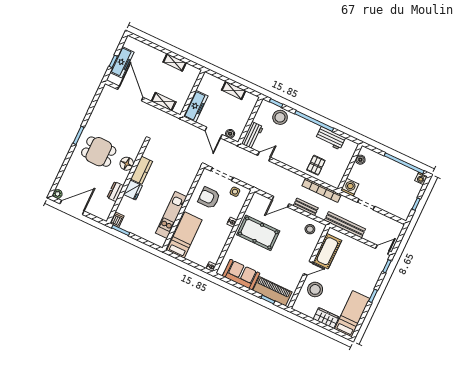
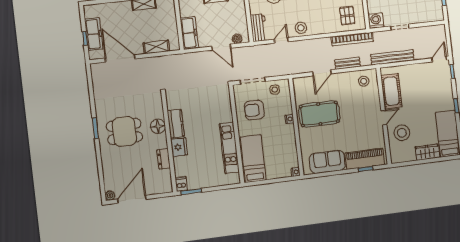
stool: (286, 156) -> (301, 28), added
pallet: (316, 165) -> (347, 16), moved

